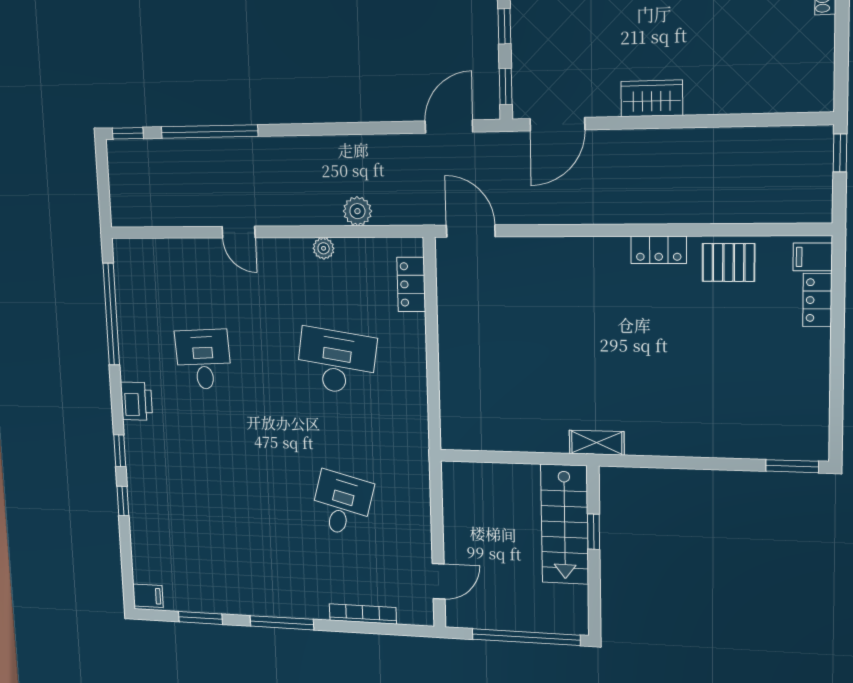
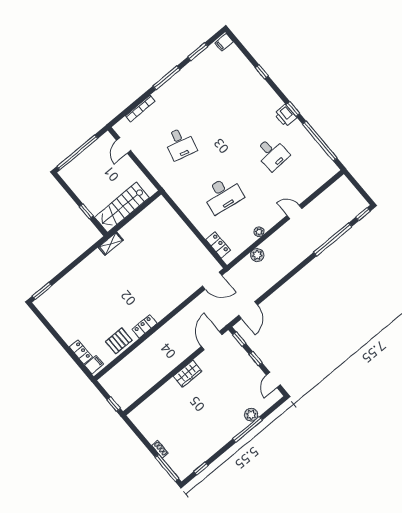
window: (120, 451) -> (293, 109), moved
stairs: (565, 524) -> (122, 207), moved, turned -90

